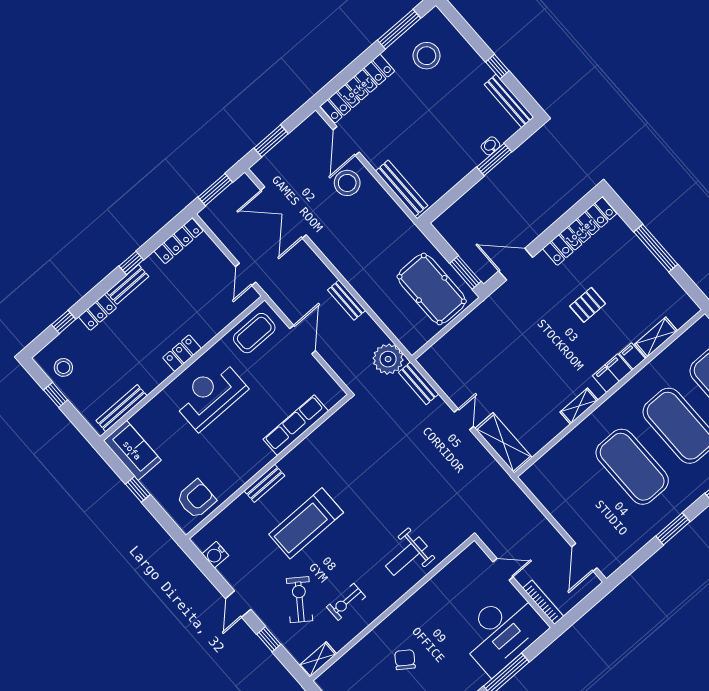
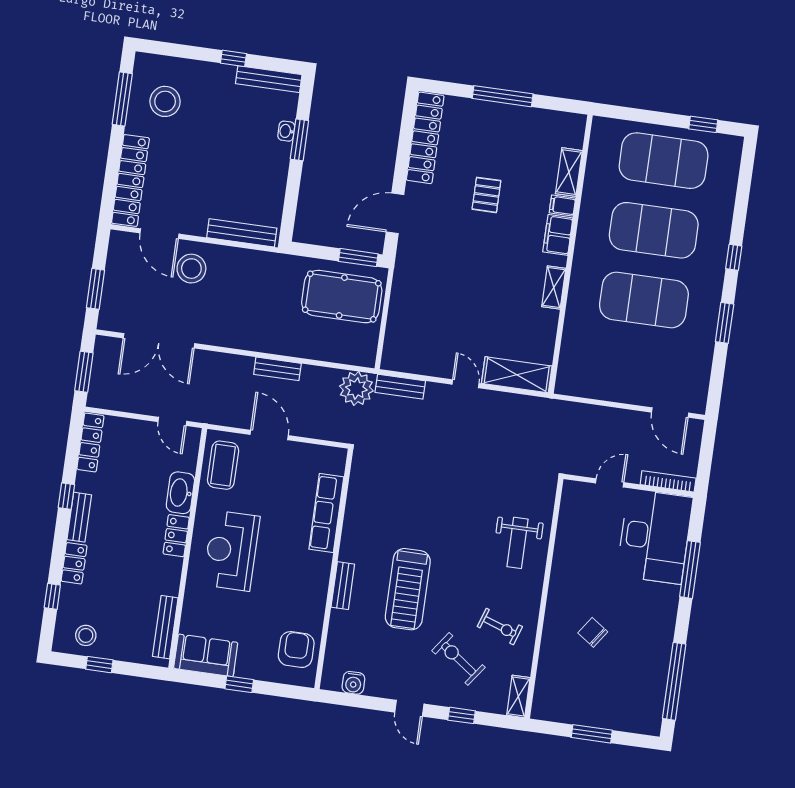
washbasin: (210, 327) -> (180, 493), added
exercise bike: (346, 602) -> (500, 627), turned -71

